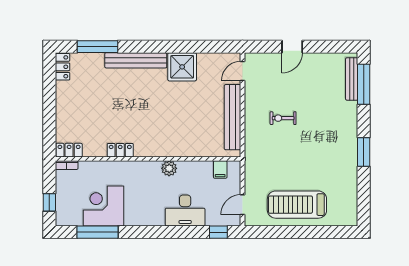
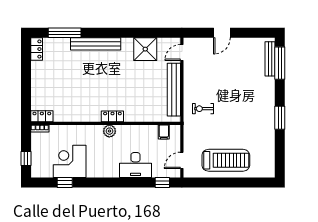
shower: (182, 67) -> (145, 49), moved
exercise bike: (283, 118) -> (203, 109), moved
locker: (120, 150) -> (112, 116), moved
plant: (169, 168) -> (109, 131), moved
treadmill: (297, 205) -> (226, 160), turned 180
window: (97, 232) -> (65, 182), width x0.46

